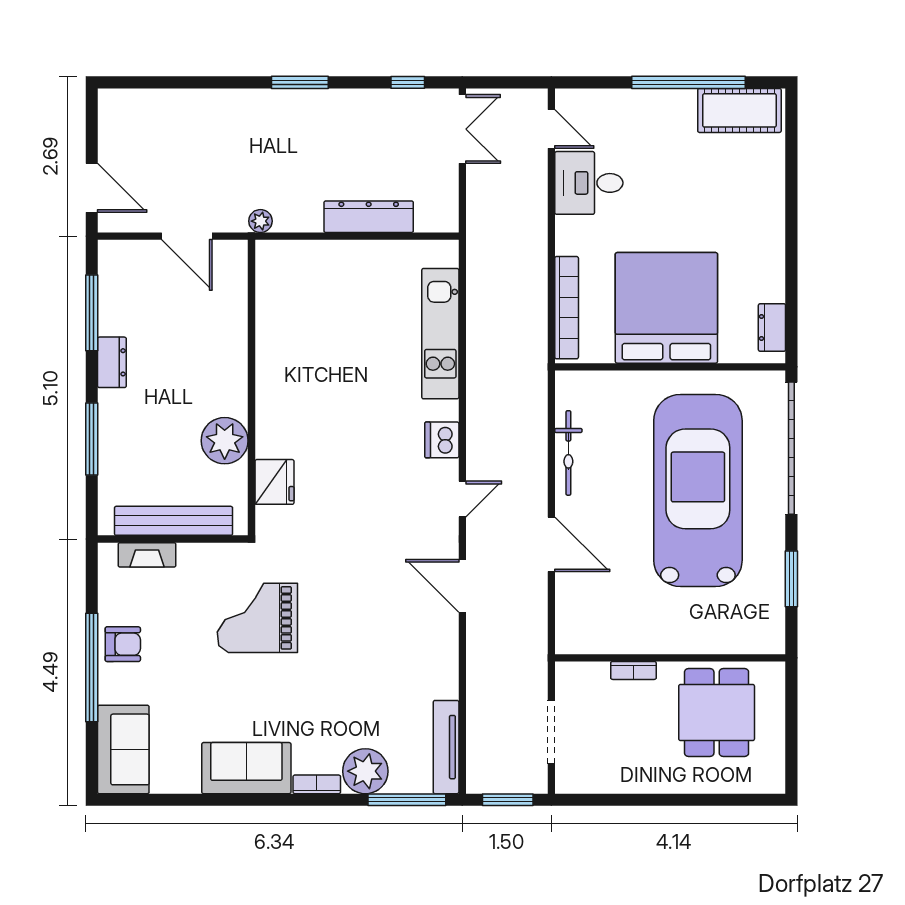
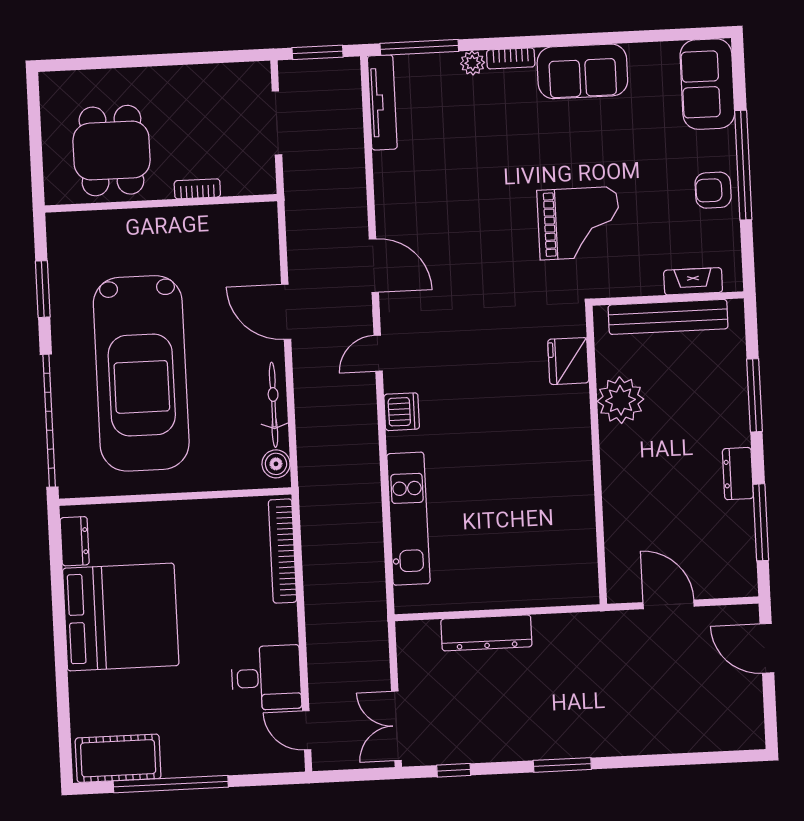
plant: (260, 221) -> (595, 623), removed
bed: (666, 308) -> (121, 617), moved, turned -90
boiler: (569, 394) -> (276, 464), added
plant: (365, 771) -> (473, 63), width x0.53, depth x0.53

